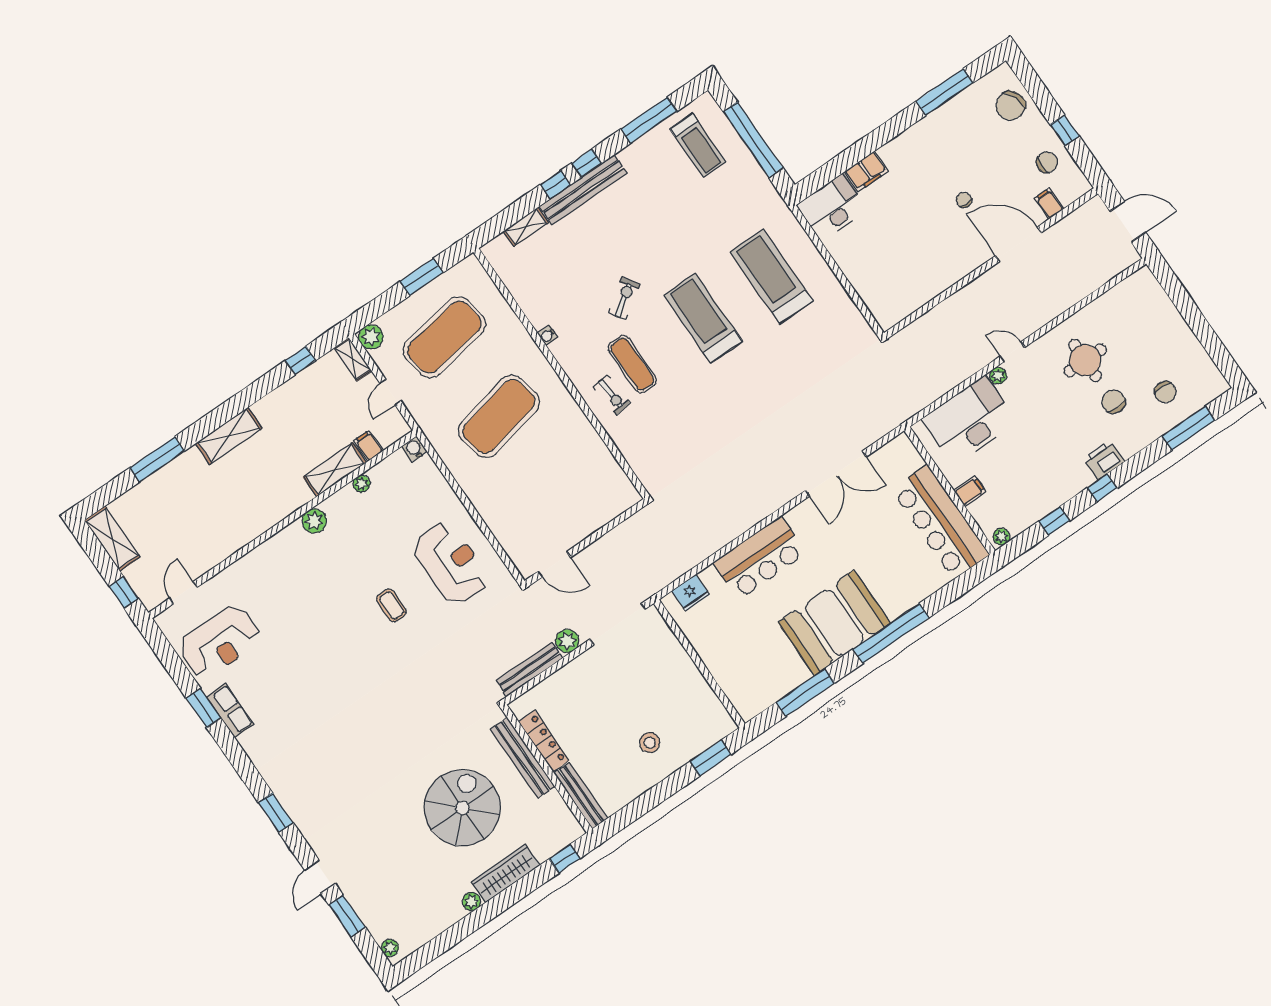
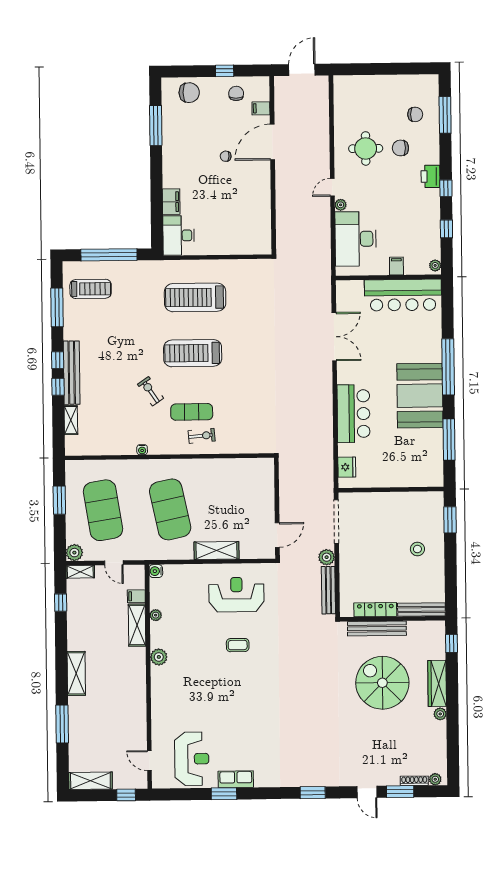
chair: (1010, 106) -> (189, 93), turned -69
shelving: (487, 504) -> (216, 550), added
shoe rack: (371, 924) -> (414, 781), added

